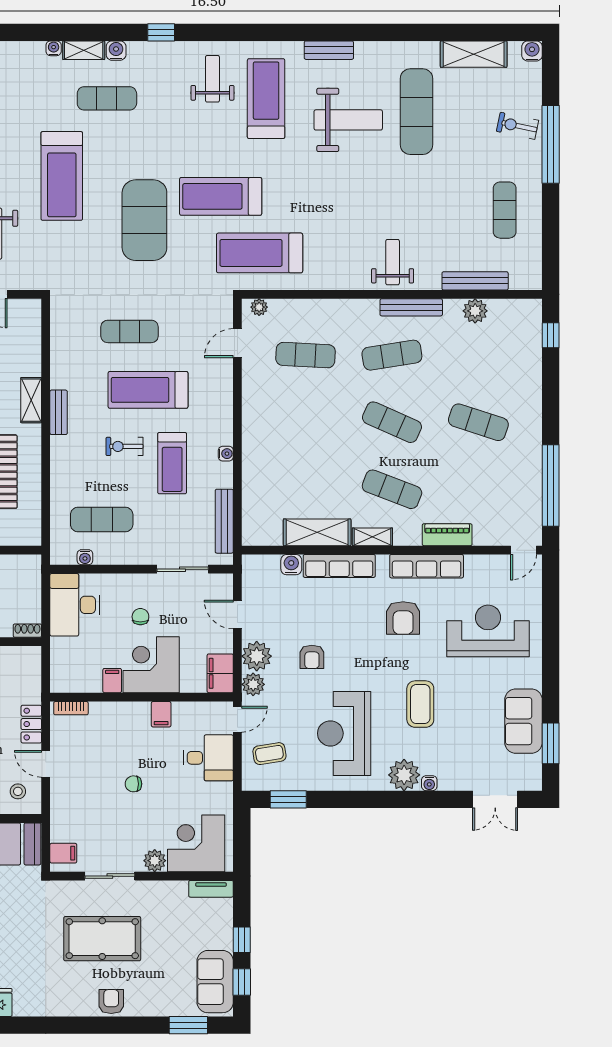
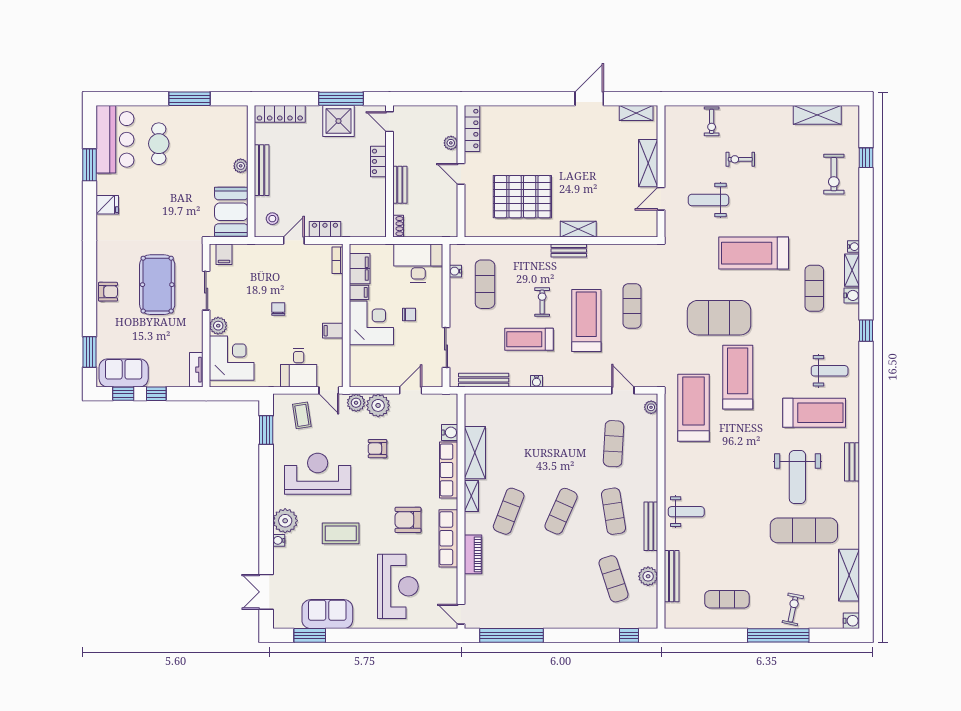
exercise mat: (478, 422) -> (614, 579), moved, turned -36
filing cabinet: (220, 673) -> (360, 269), moved, turned 90

